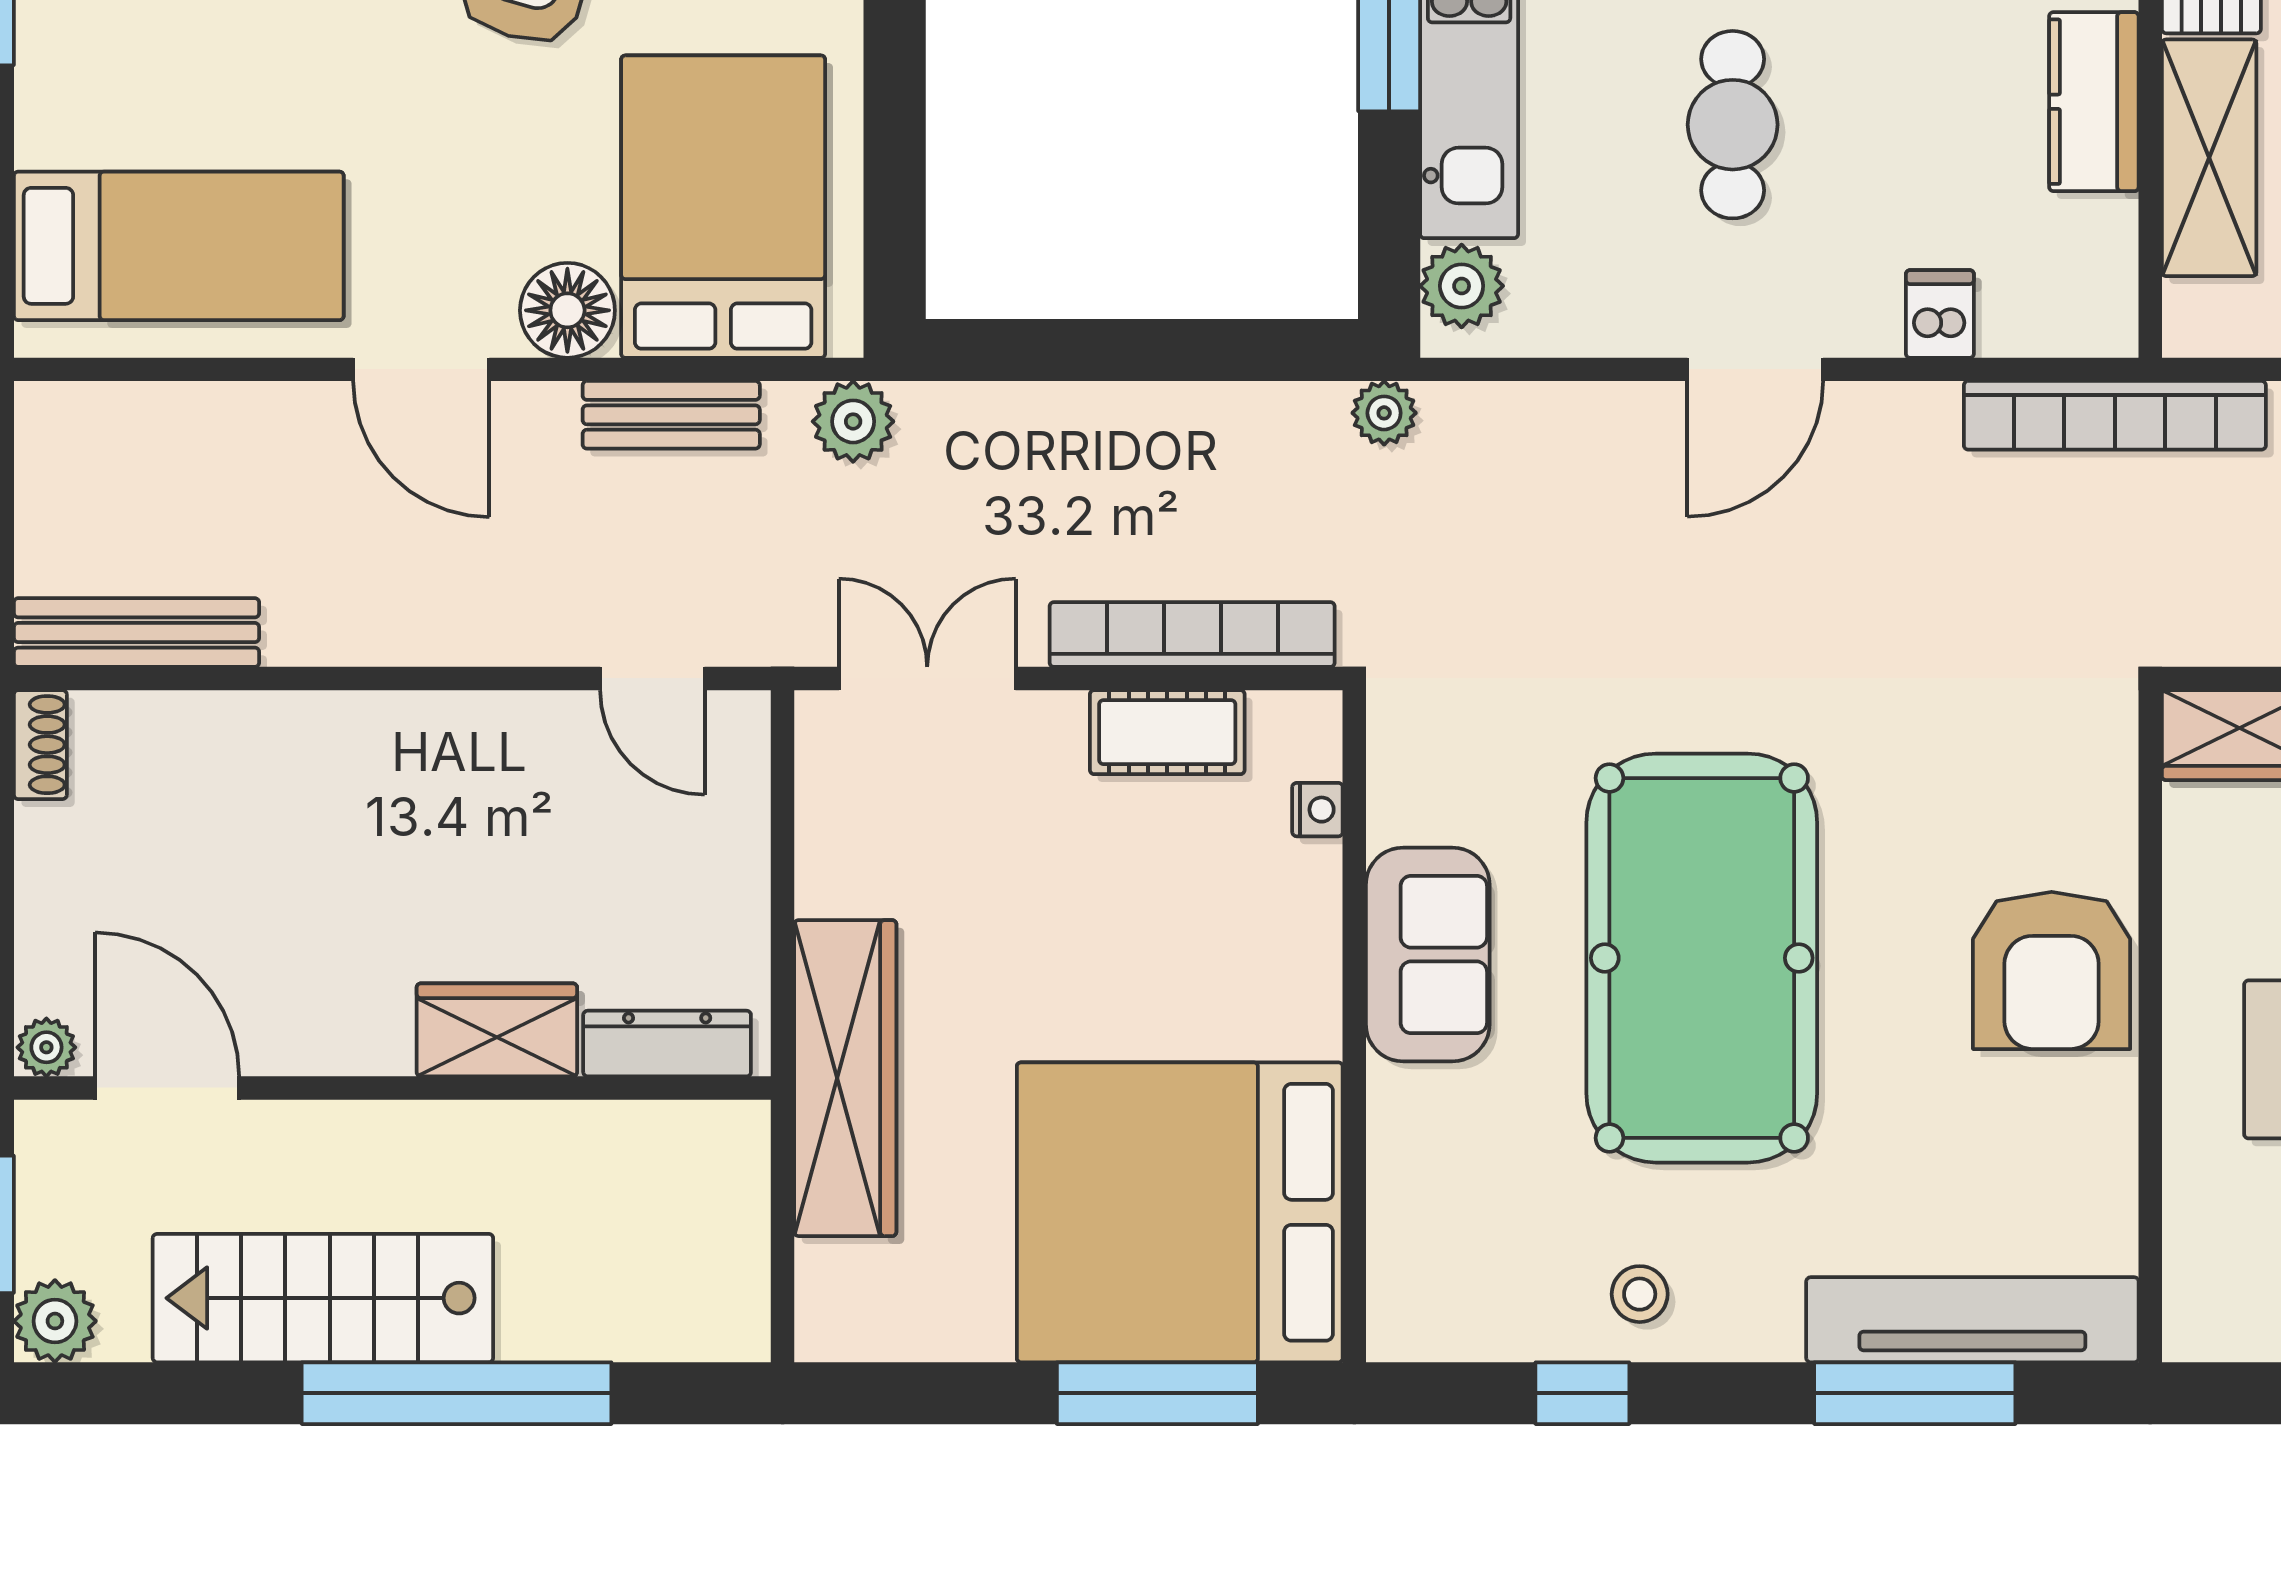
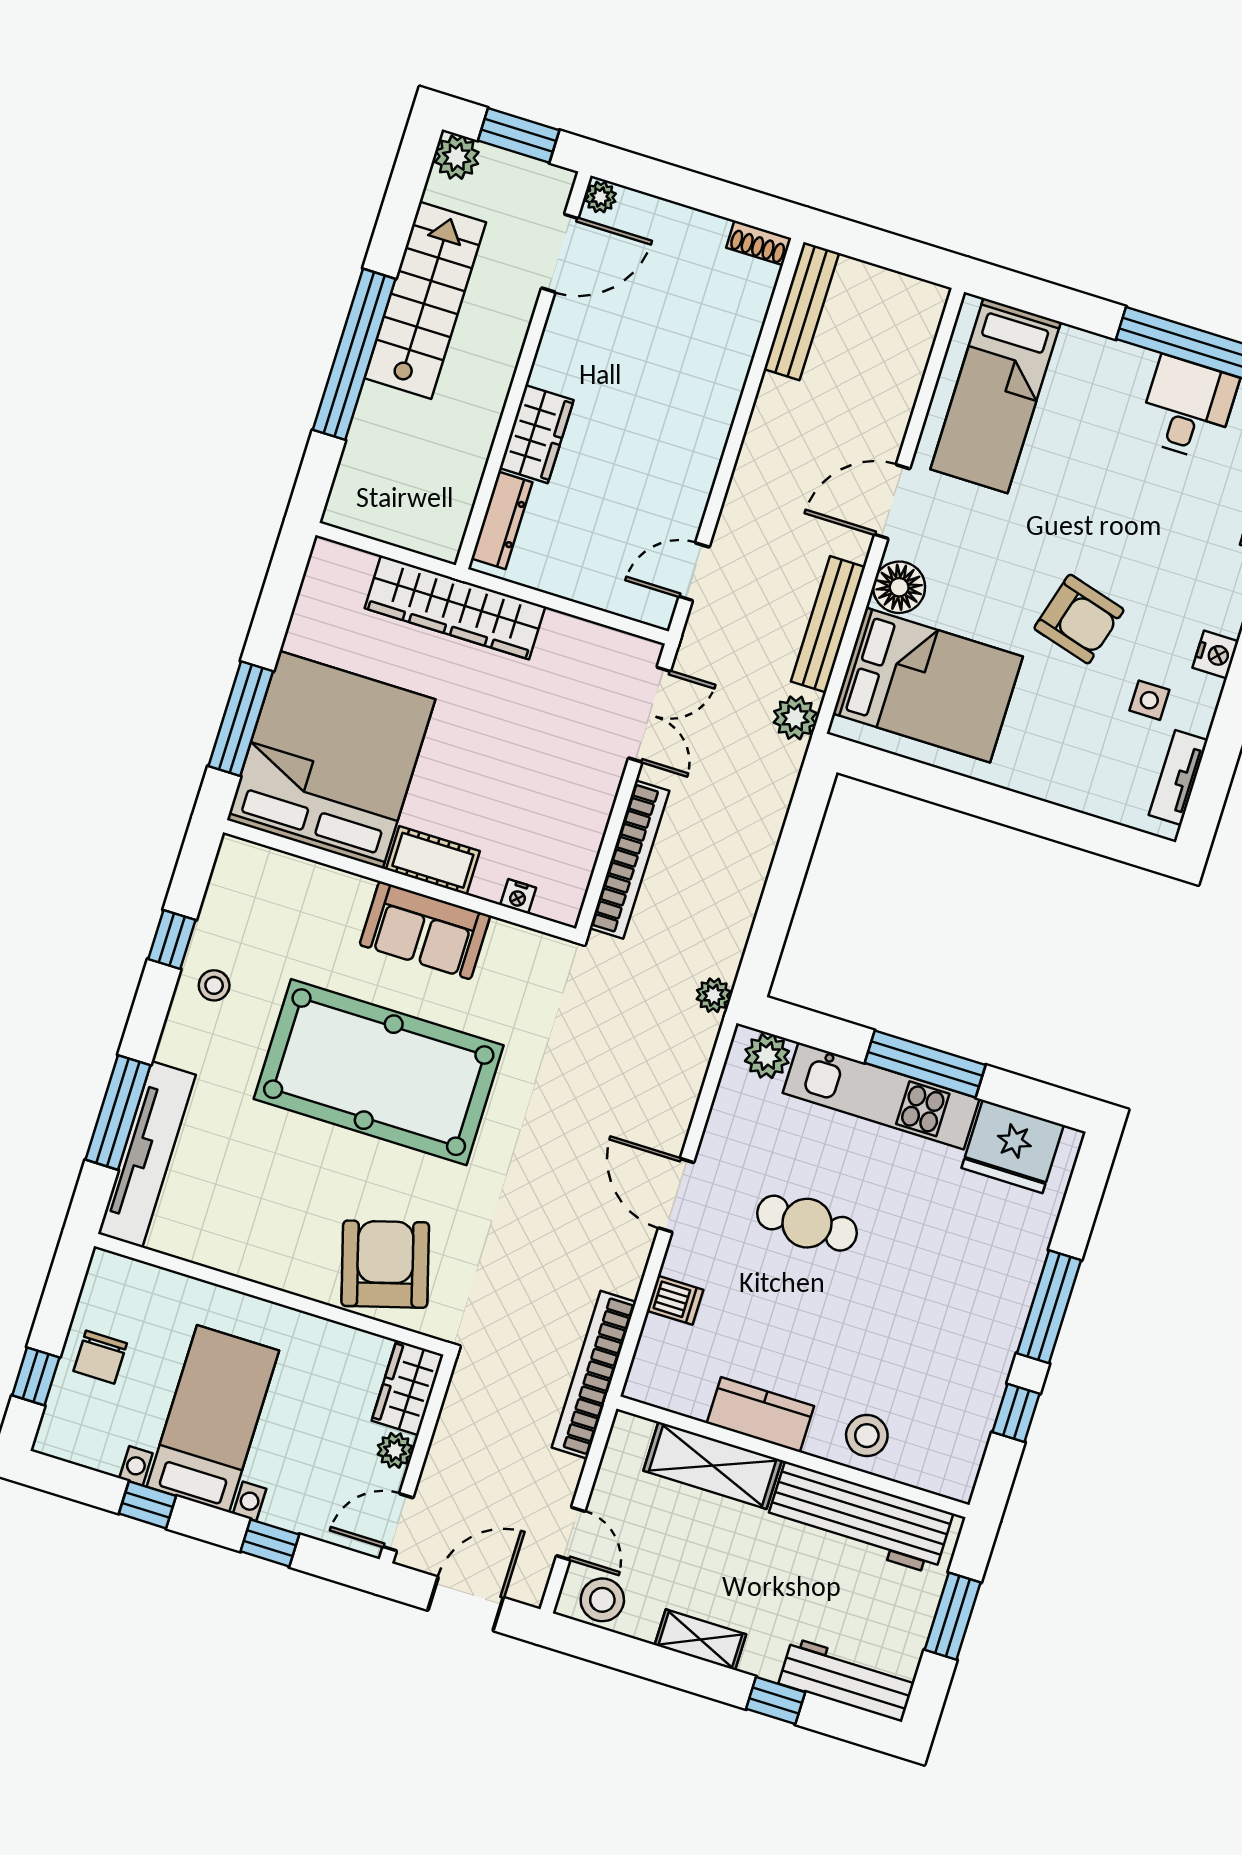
bench: (671, 415) -> (828, 624), width x1.36
cot: (1167, 732) -> (433, 860), moved, turned 90
armchair: (2052, 970) -> (385, 1264), moved, turned 74

